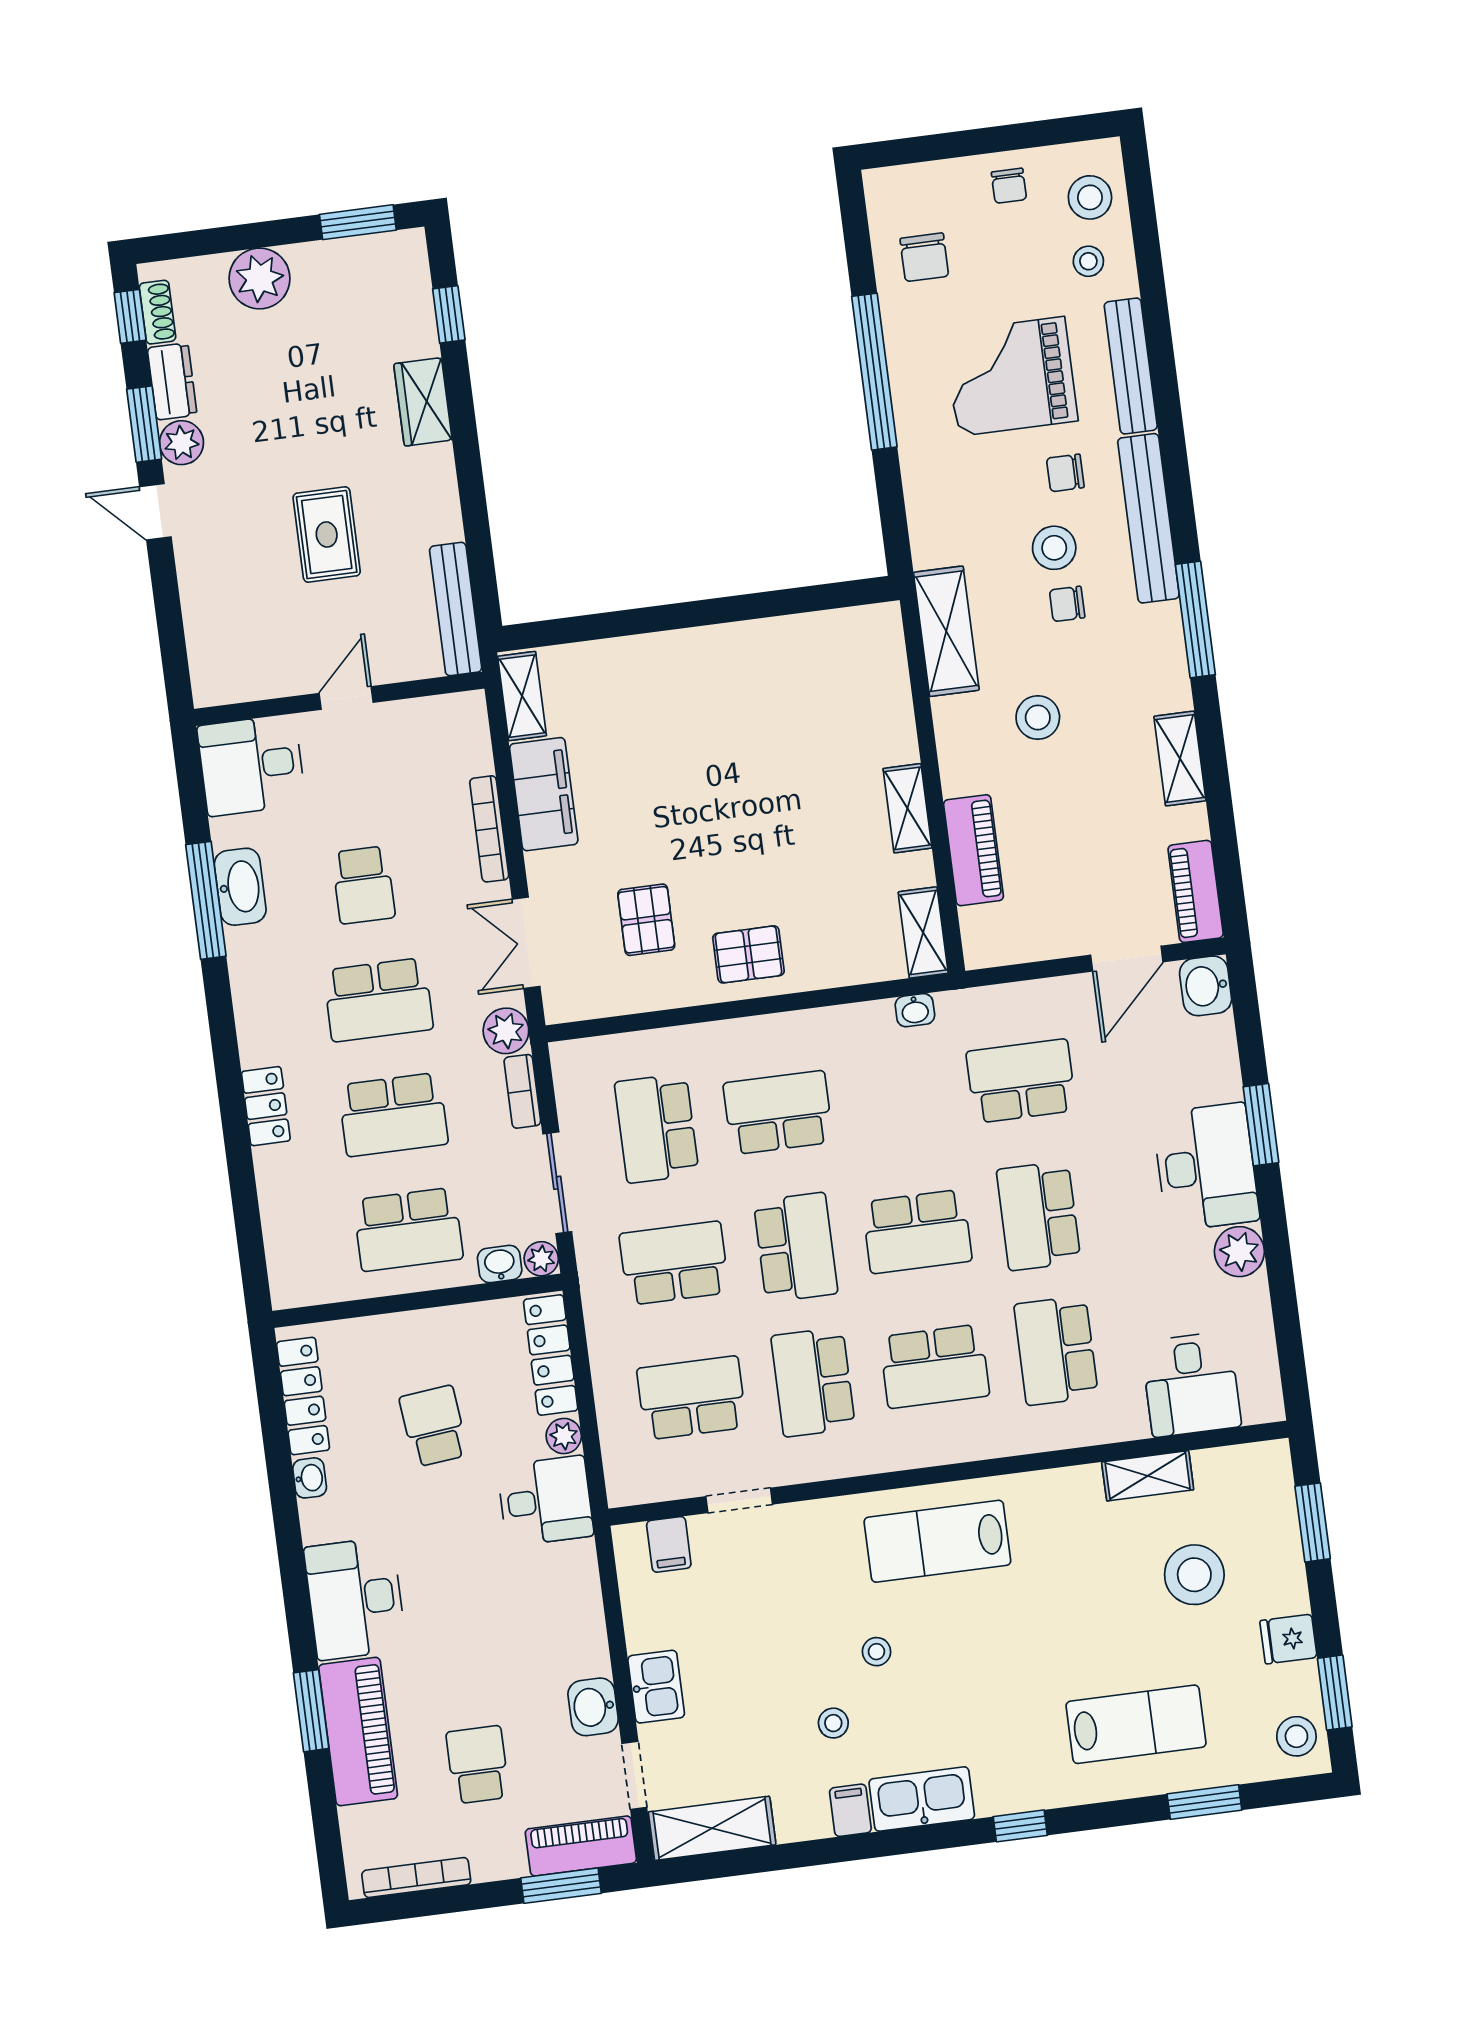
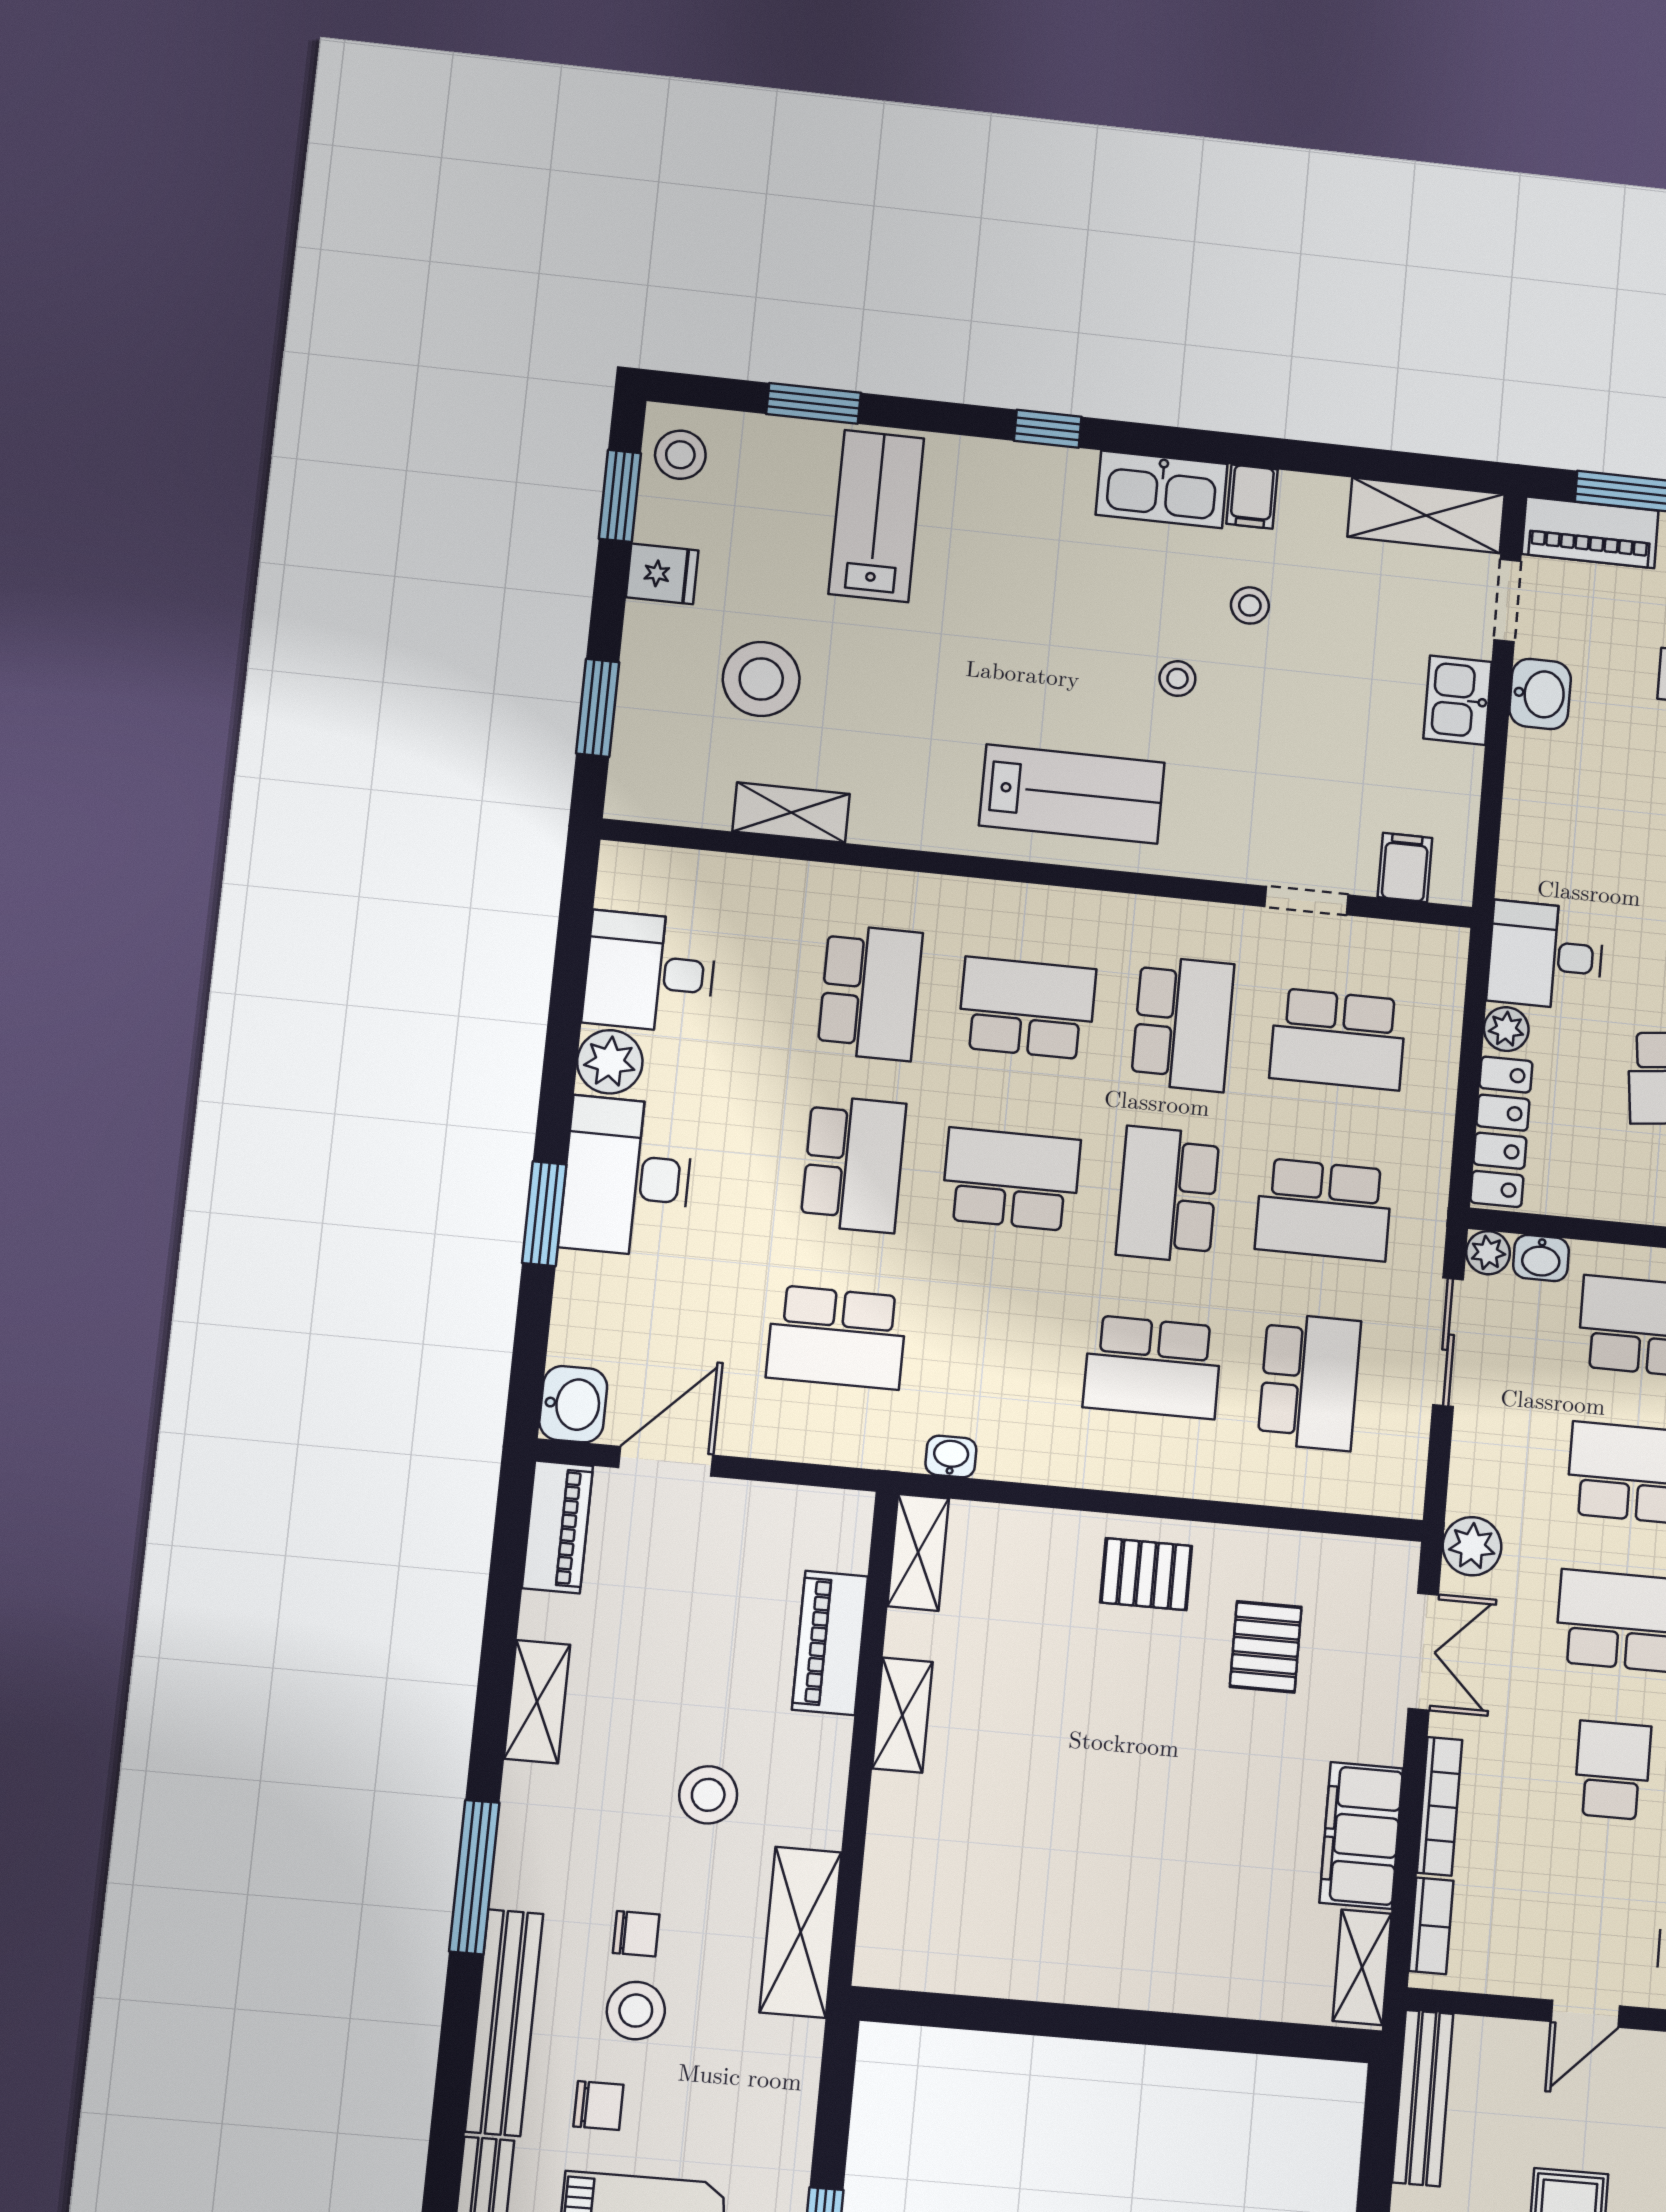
bookcase: (522, 1091) -> (1431, 1926), moved
desk: (1191, 1384) -> (650, 972), moved, turned -90
lab bench: (1136, 1724) -> (876, 516), turned 90

